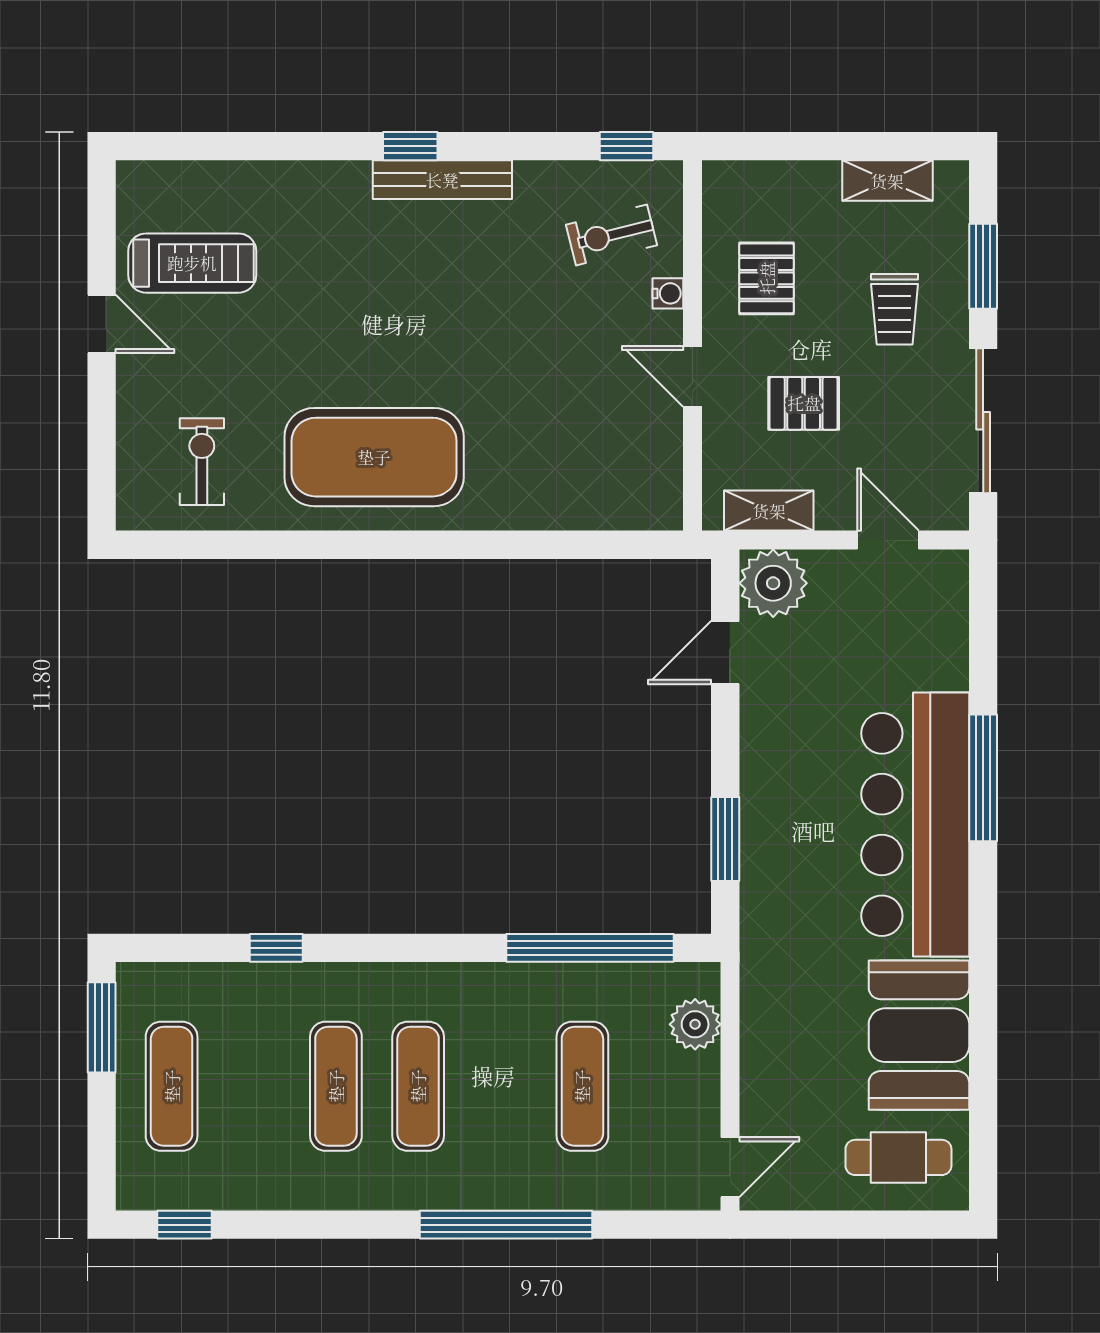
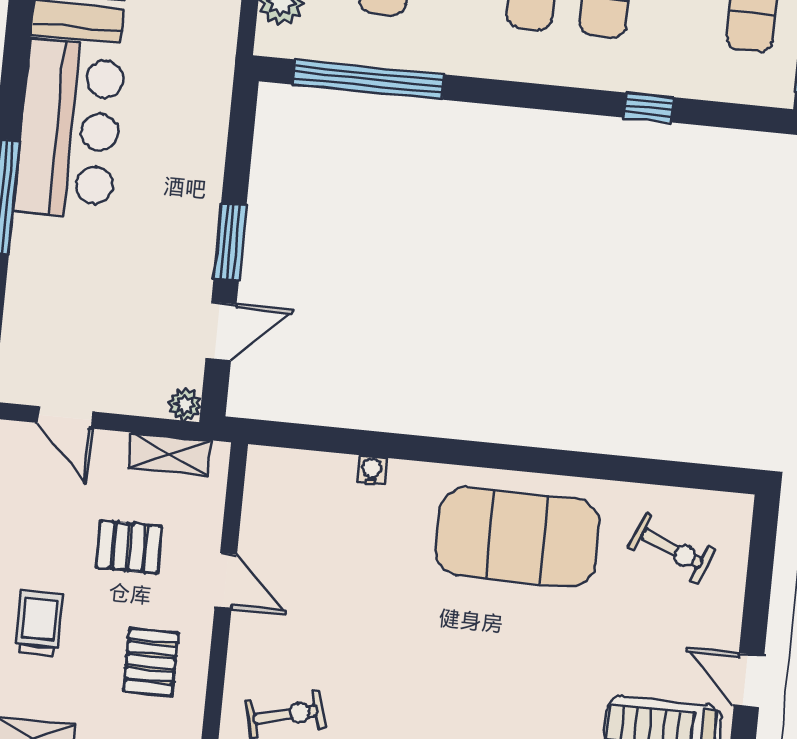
water cooler: (668, 293) -> (372, 470), moved, turned 90
exercise bike: (202, 462) -> (672, 549), turned -67
plant: (773, 583) -> (185, 405), width x0.53, depth x0.53
bar counter: (915, 825) -> (70, 129), width x0.73
window: (725, 839) -> (230, 242), moved

